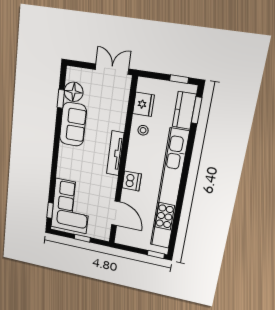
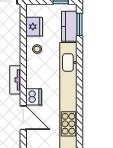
tv unit: (115, 153) -> (15, 80), width x0.71
door: (116, 213) -> (23, 118), moved

